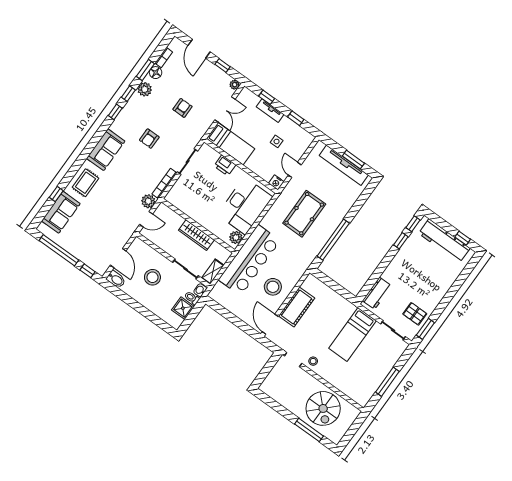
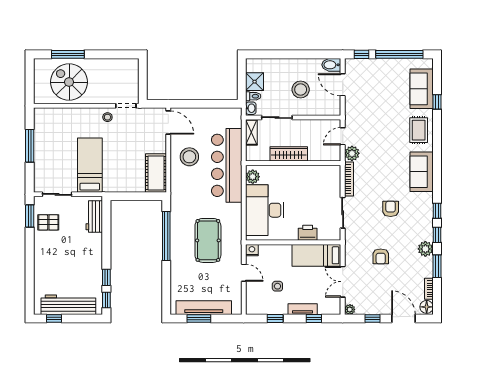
floor lamp: (156, 73) -> (427, 307), moved
cot: (297, 307) -> (156, 173), moved

